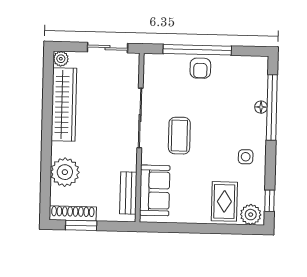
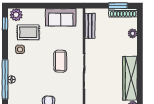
plant: (65, 172) -> (133, 33), width x0.53, depth x0.53
sofa: (155, 190) -> (61, 17), moved, turned -90
rug: (224, 201) -> (28, 32), moved, turned 90

